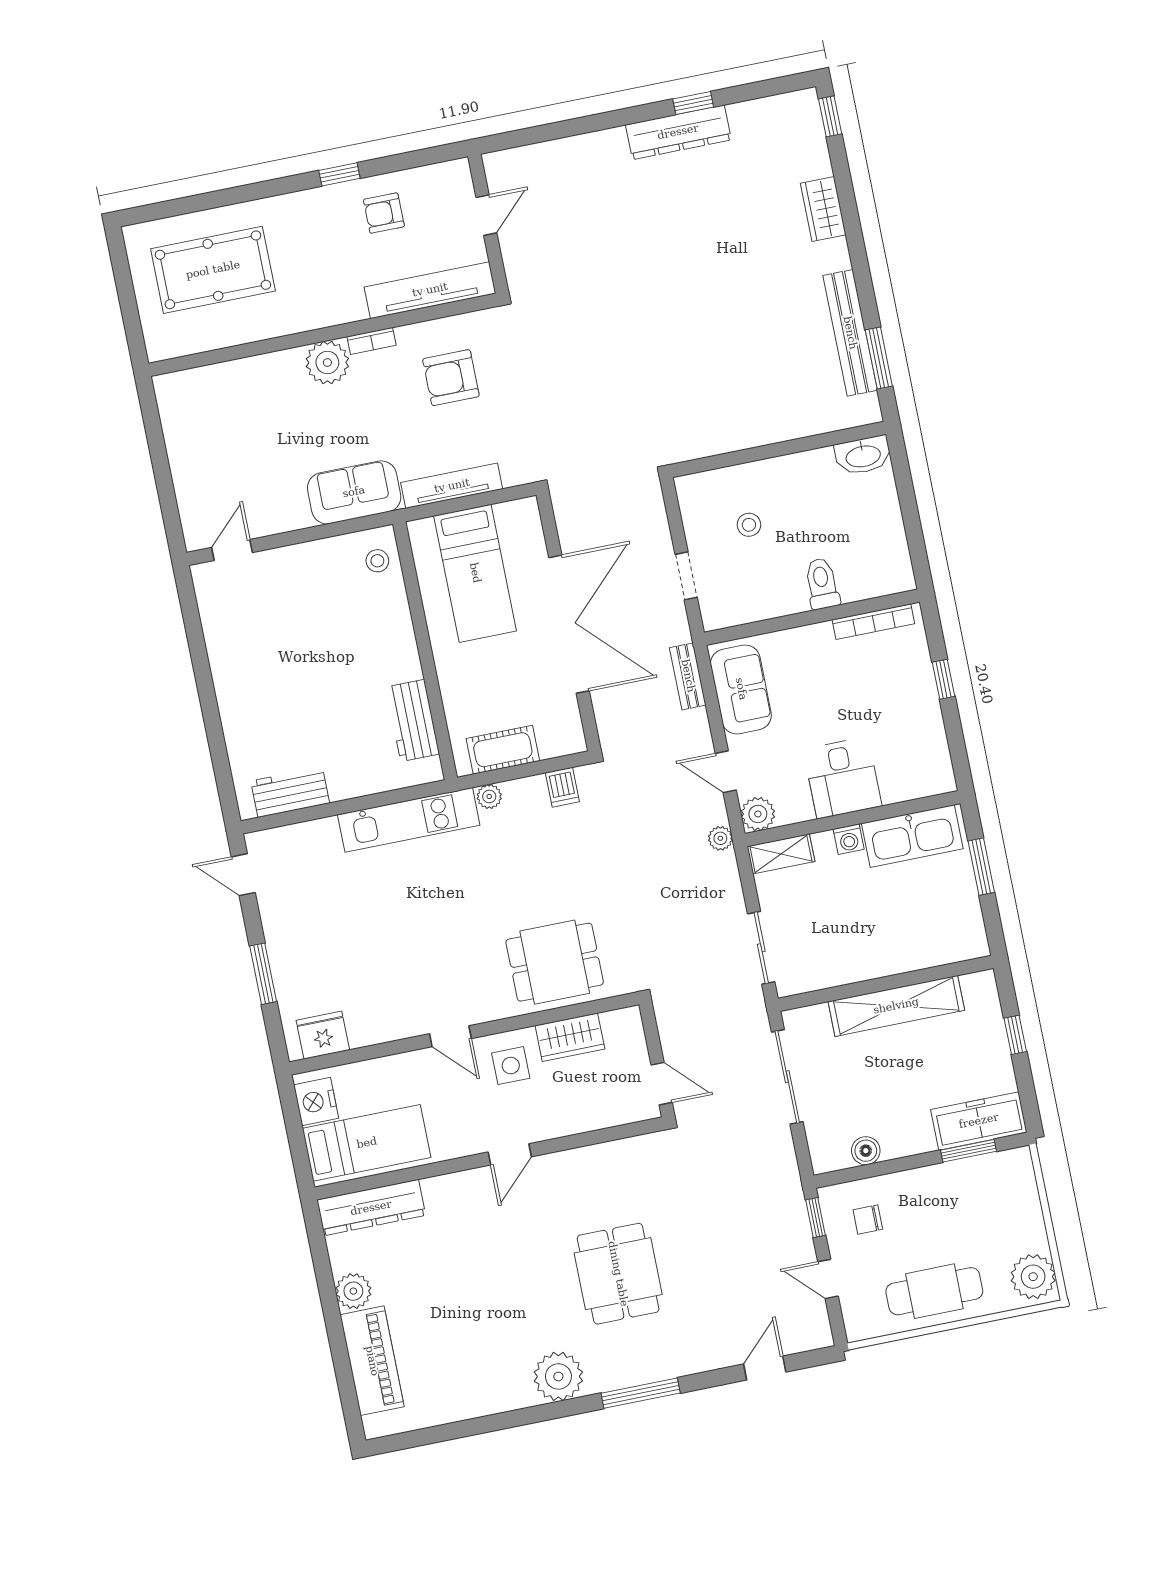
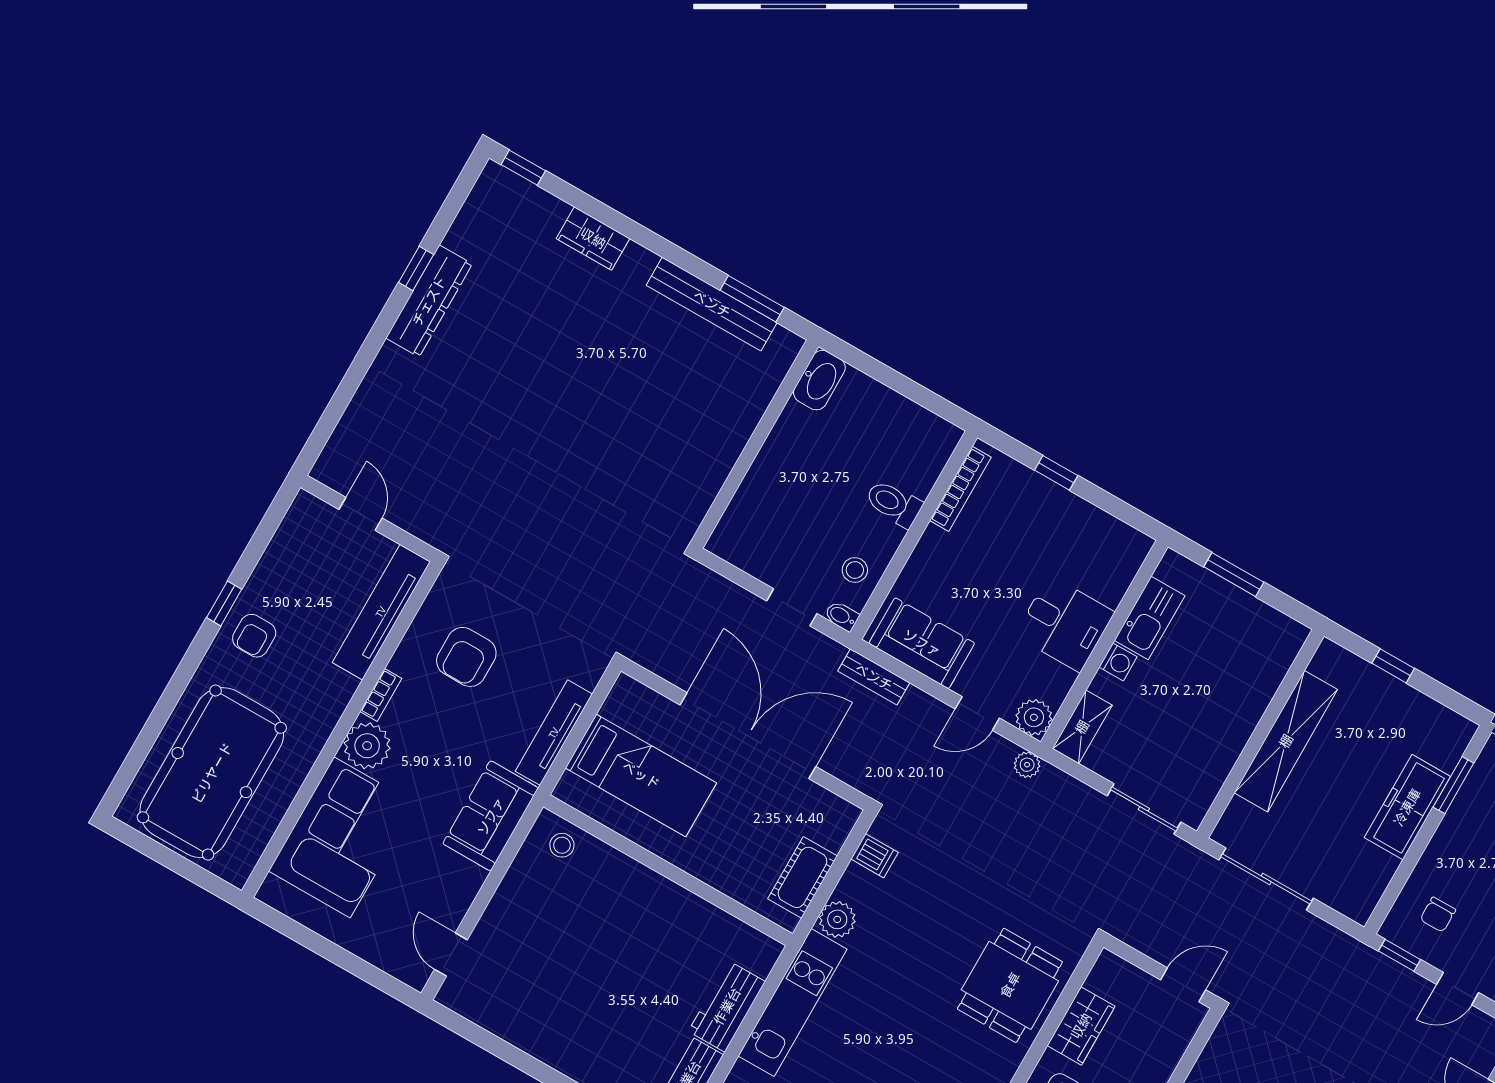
armchair: (384, 213) -> (254, 636), moved
pool table: (213, 270) -> (212, 773), width x1.36, depth x1.32
corner sofa: (248, 401) -> (342, 837), added
stool: (749, 525) -> (855, 570), moved
bidet: (711, 616) -> (842, 616), added
workbench: (413, 721) -> (727, 1006), moved, turned 90
plant: (489, 796) -> (837, 919), width x1.38, depth x1.38
kitchen sink: (912, 836) -> (1150, 618), width x0.73, depth x0.81
freezer: (979, 1121) -> (1407, 807), moved
boiler: (866, 1151) -> (1381, 868), removed

